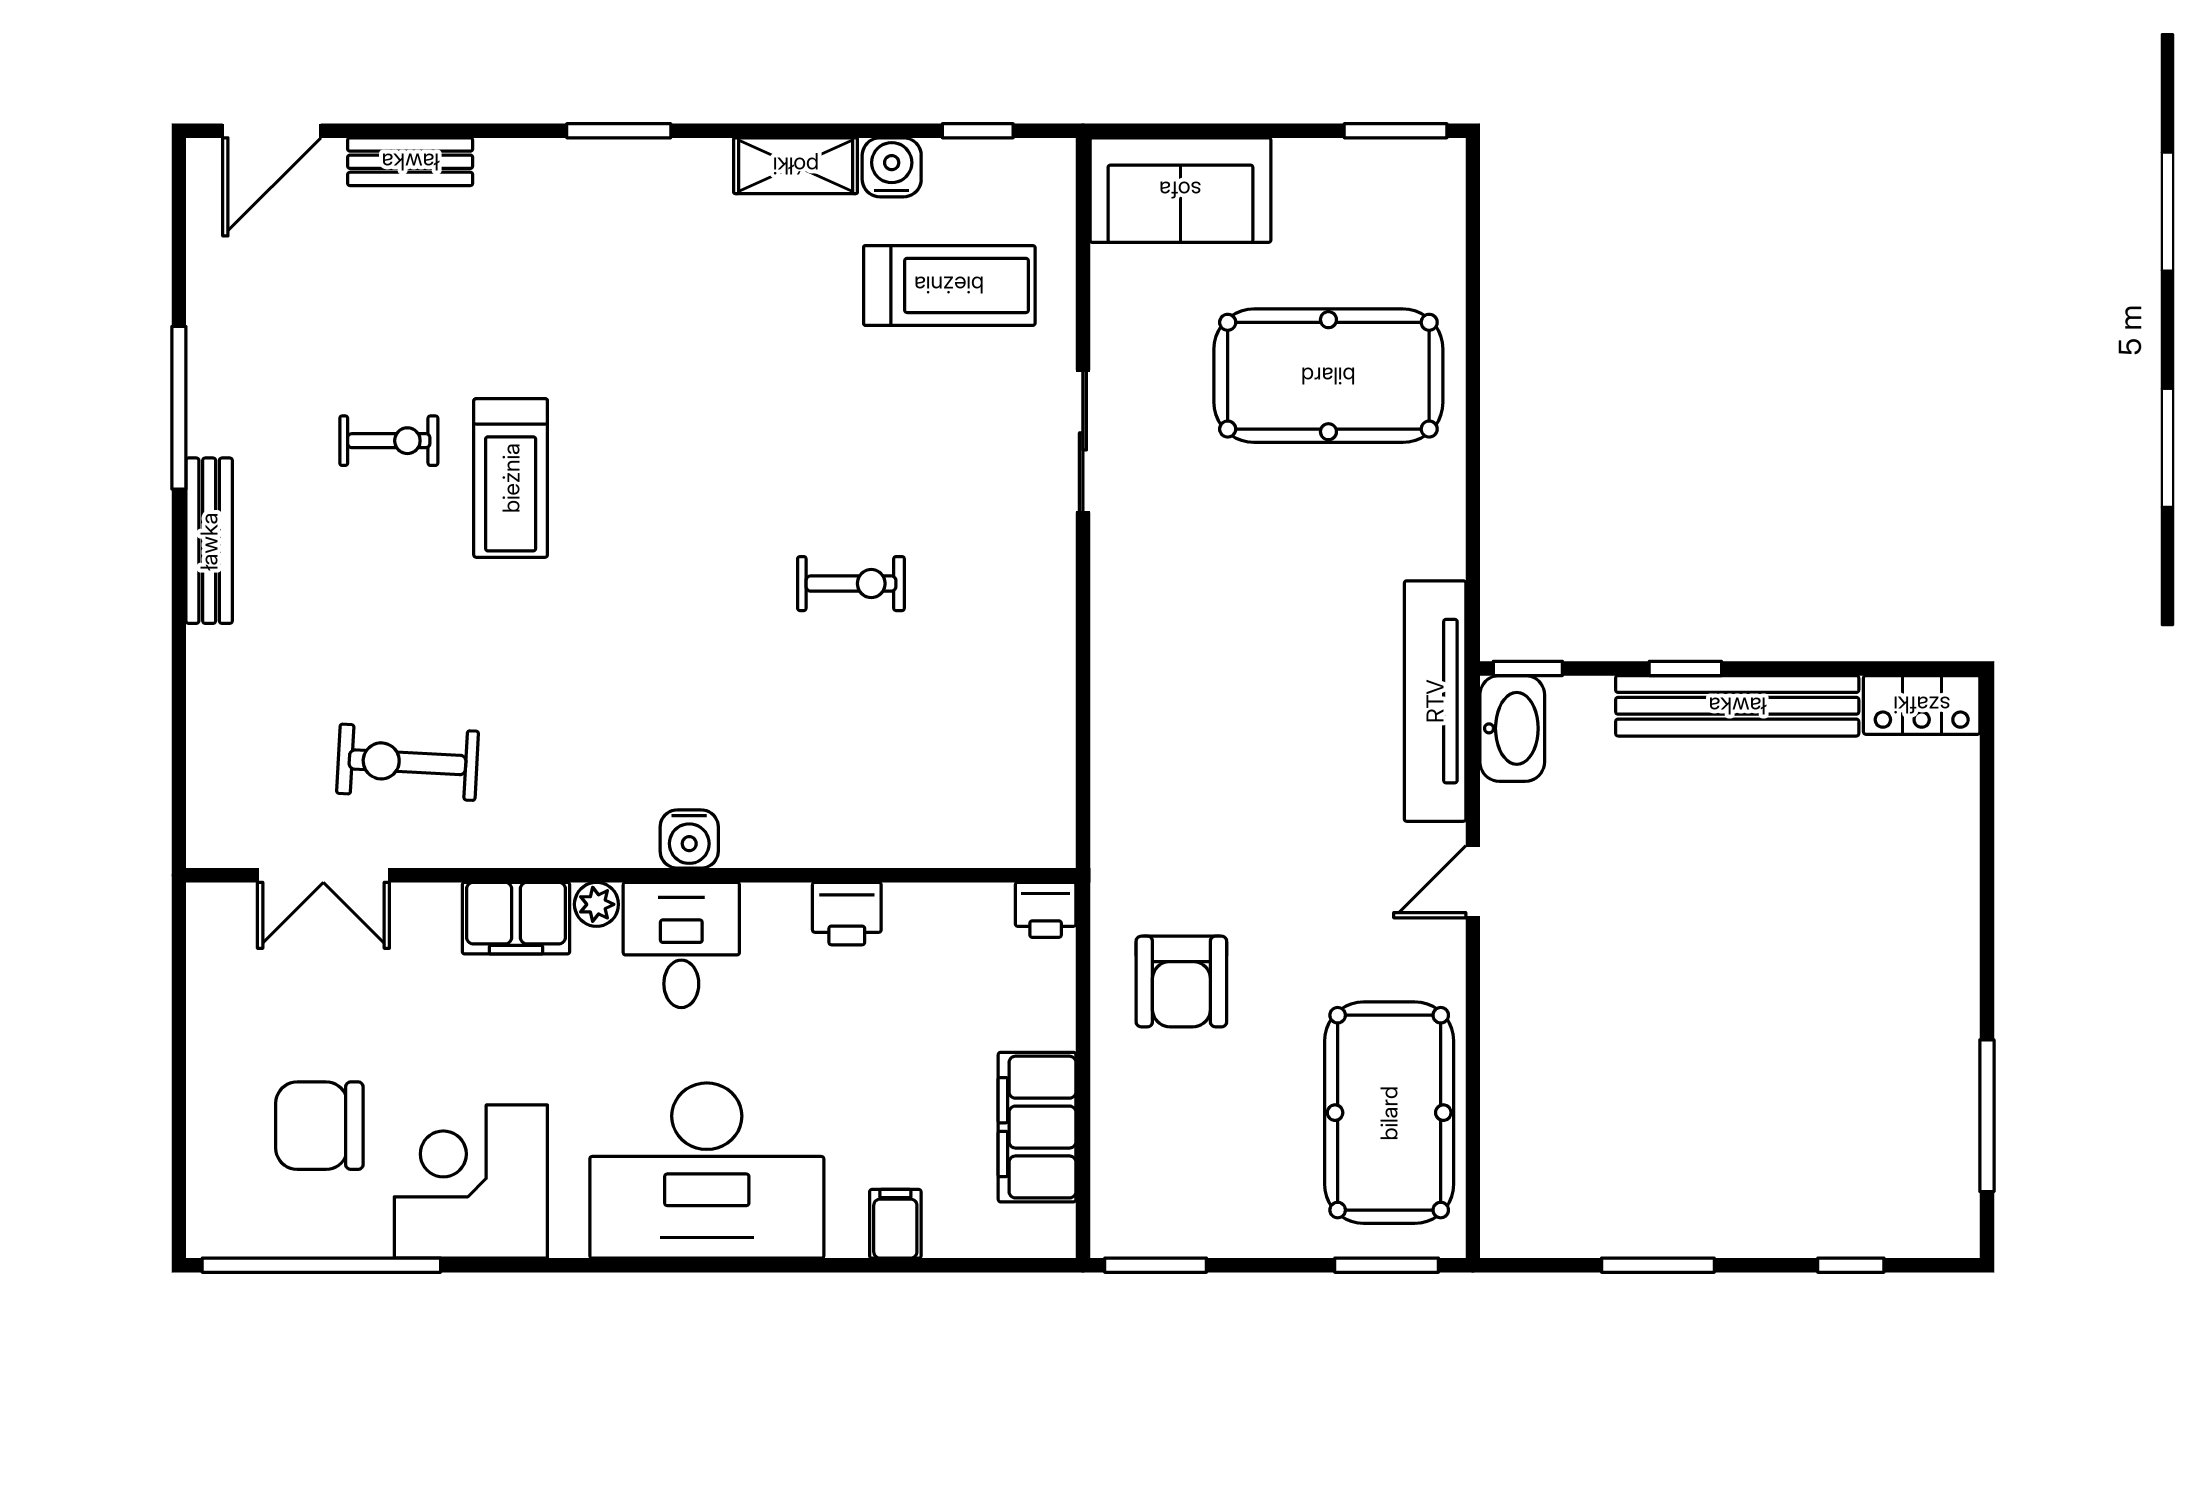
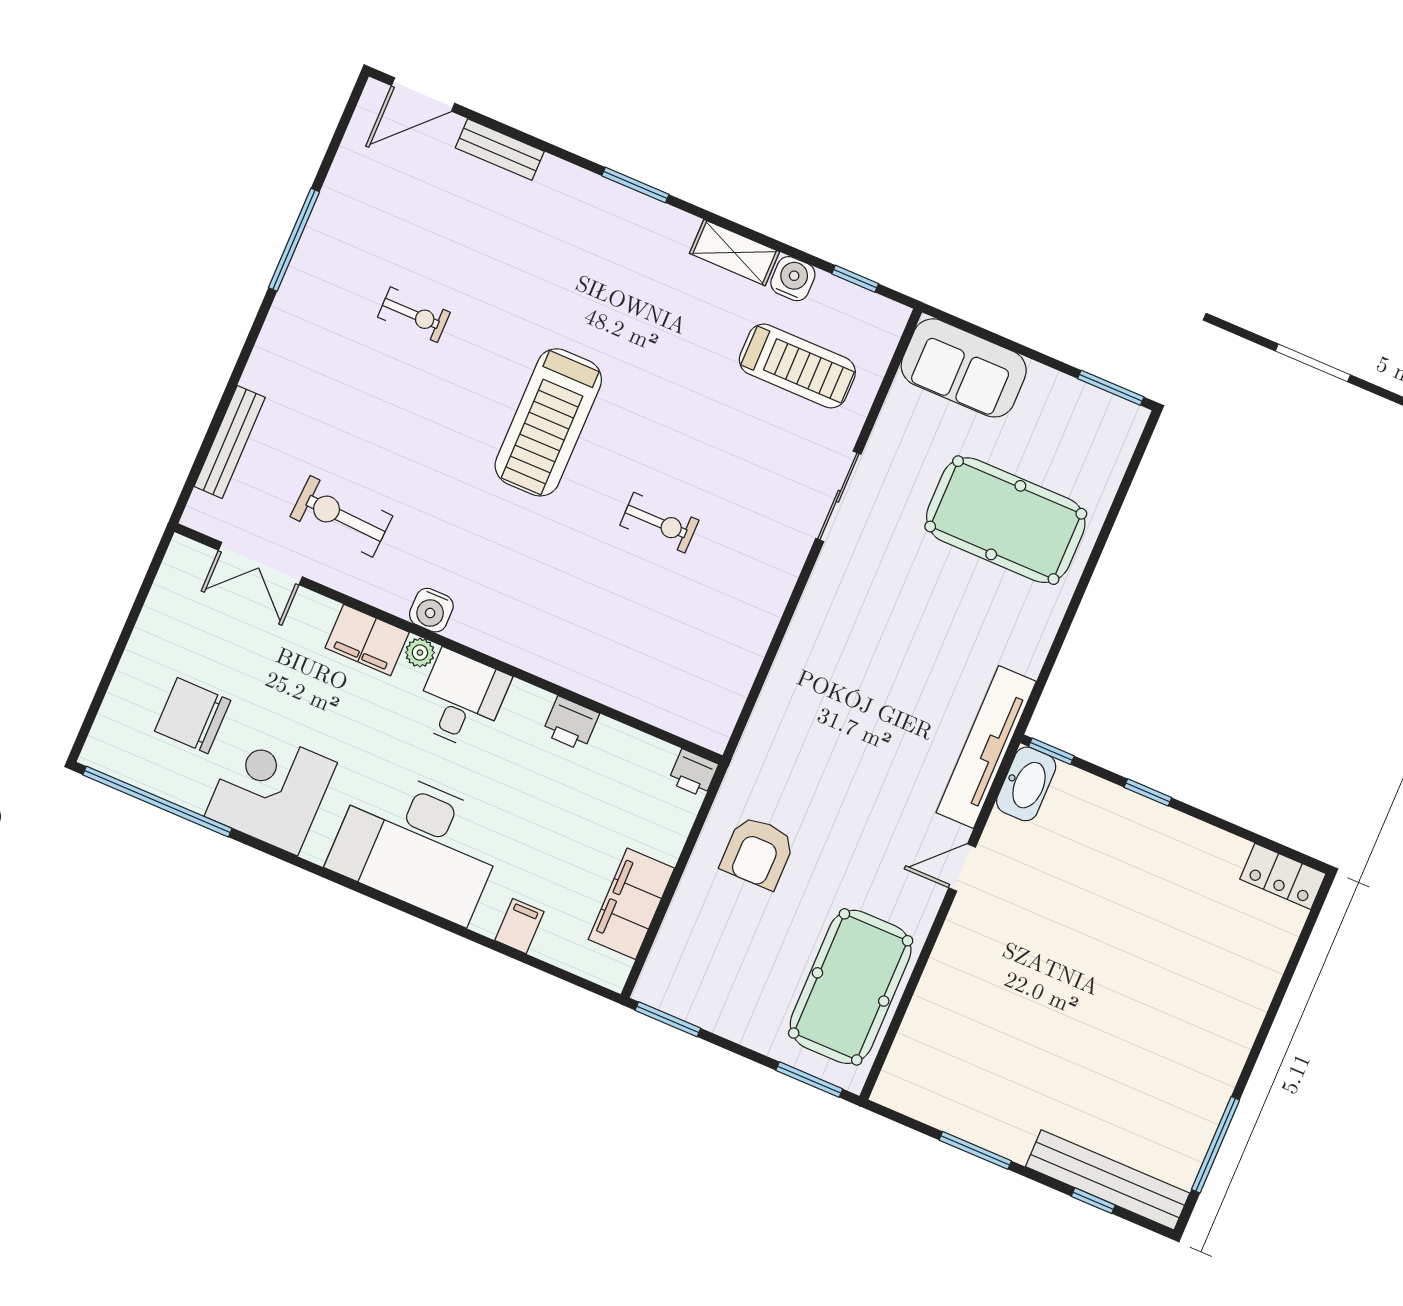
treadmill: (511, 478) -> (548, 422), moved, width x1.37, depth x1.38
bench: (209, 541) -> (230, 442), moved
bench: (1737, 706) -> (1108, 1180), moved
water cooler: (689, 839) -> (431, 610), moved

